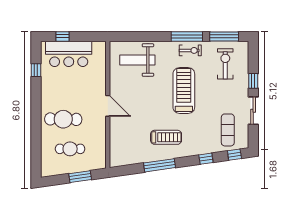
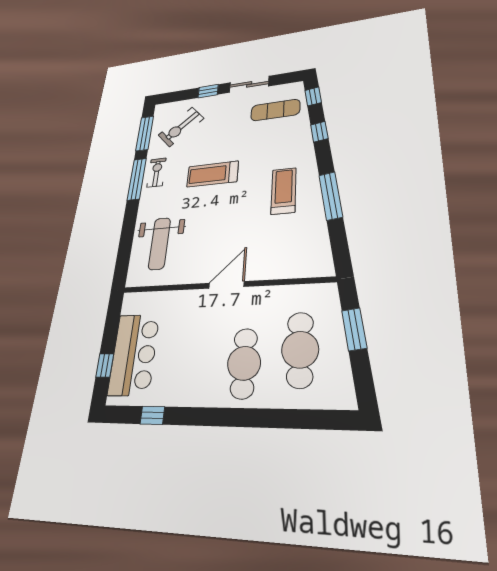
exercise bike: (225, 64) -> (181, 127), turned -41
treadmill: (184, 90) -> (212, 174), width x0.73, depth x0.73
cafe table: (70, 149) -> (300, 350), width x1.37, depth x1.35

